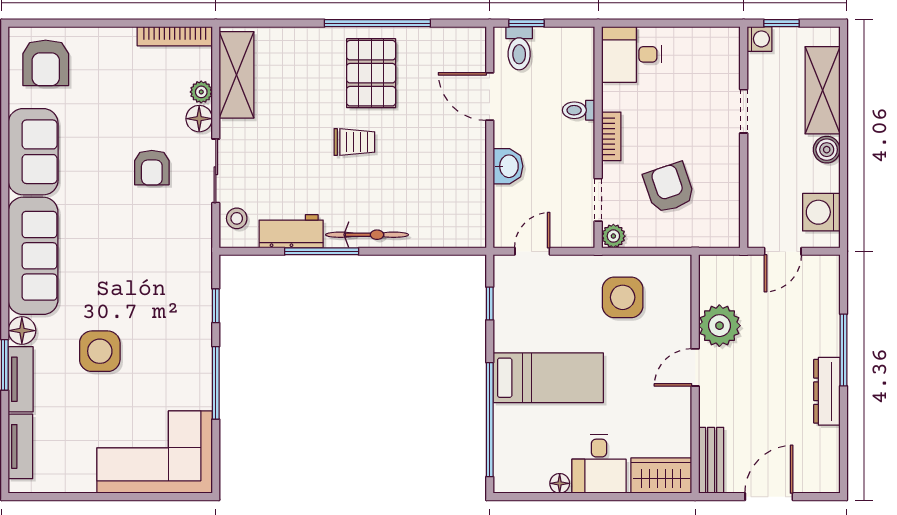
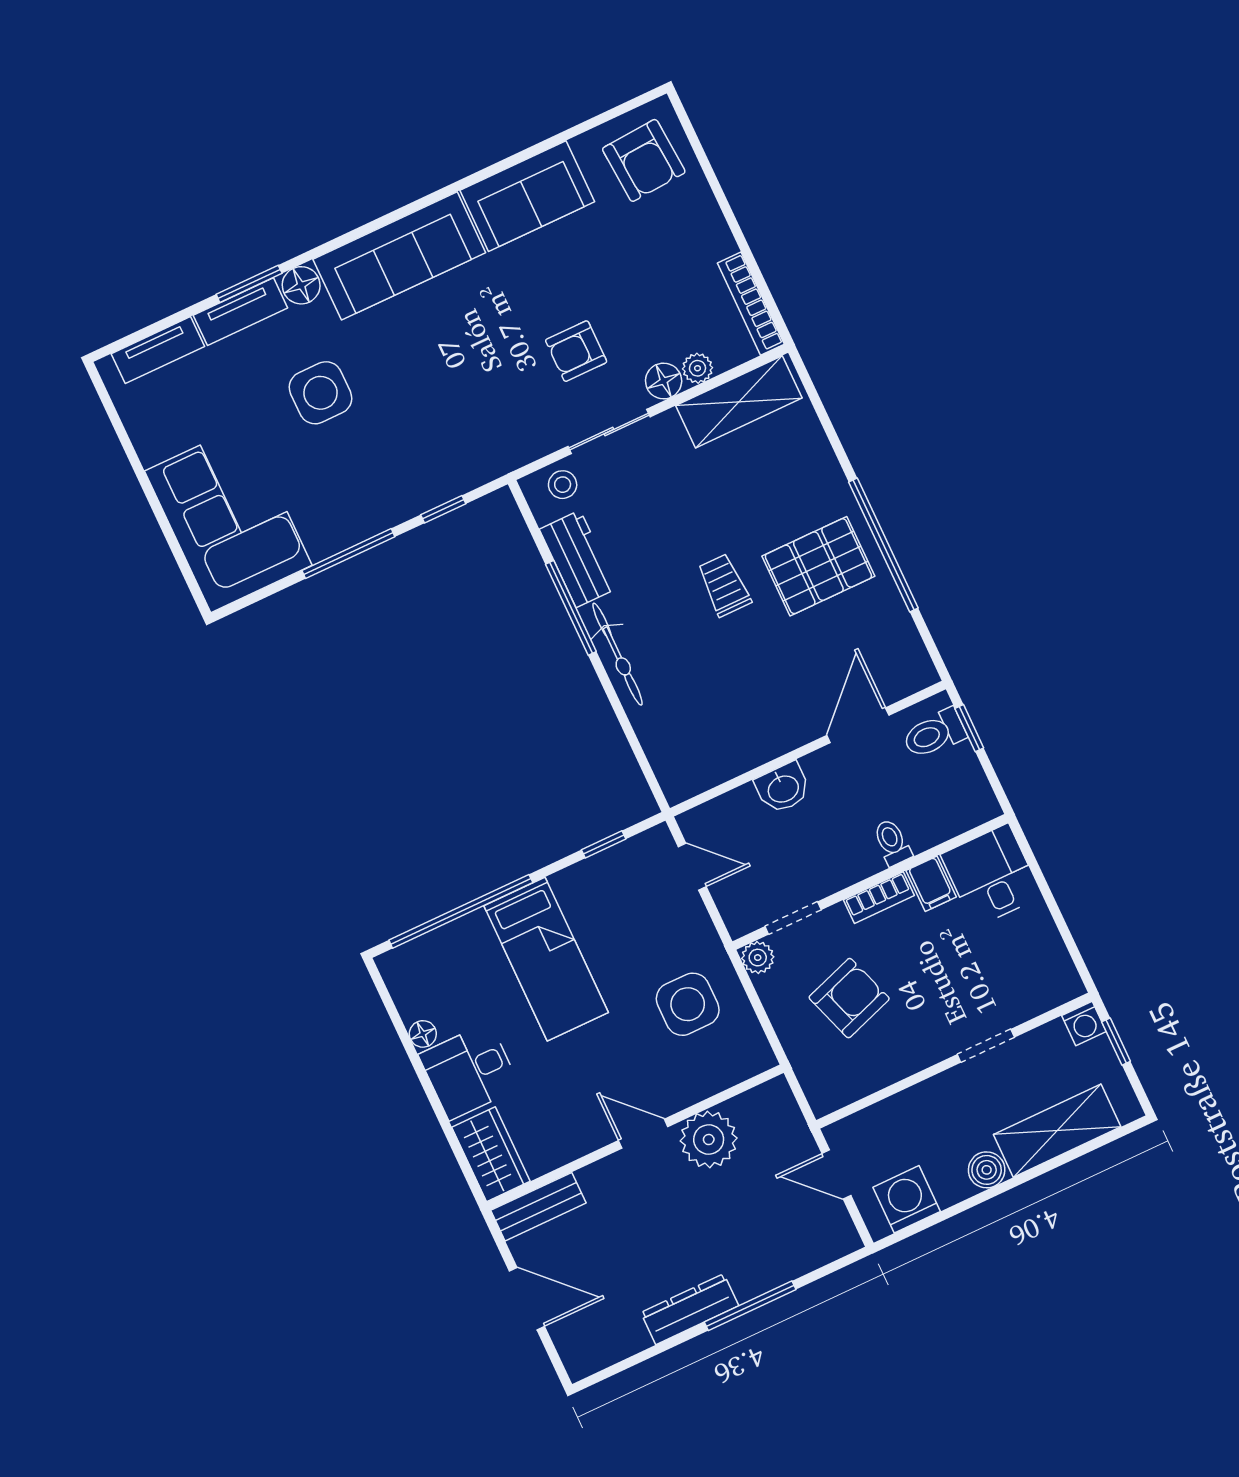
armchair: (46, 63) -> (644, 160), turned -94
filing cabinet: (618, 97) -> (931, 884), added
trolley: (354, 142) -> (724, 585), turned 180

